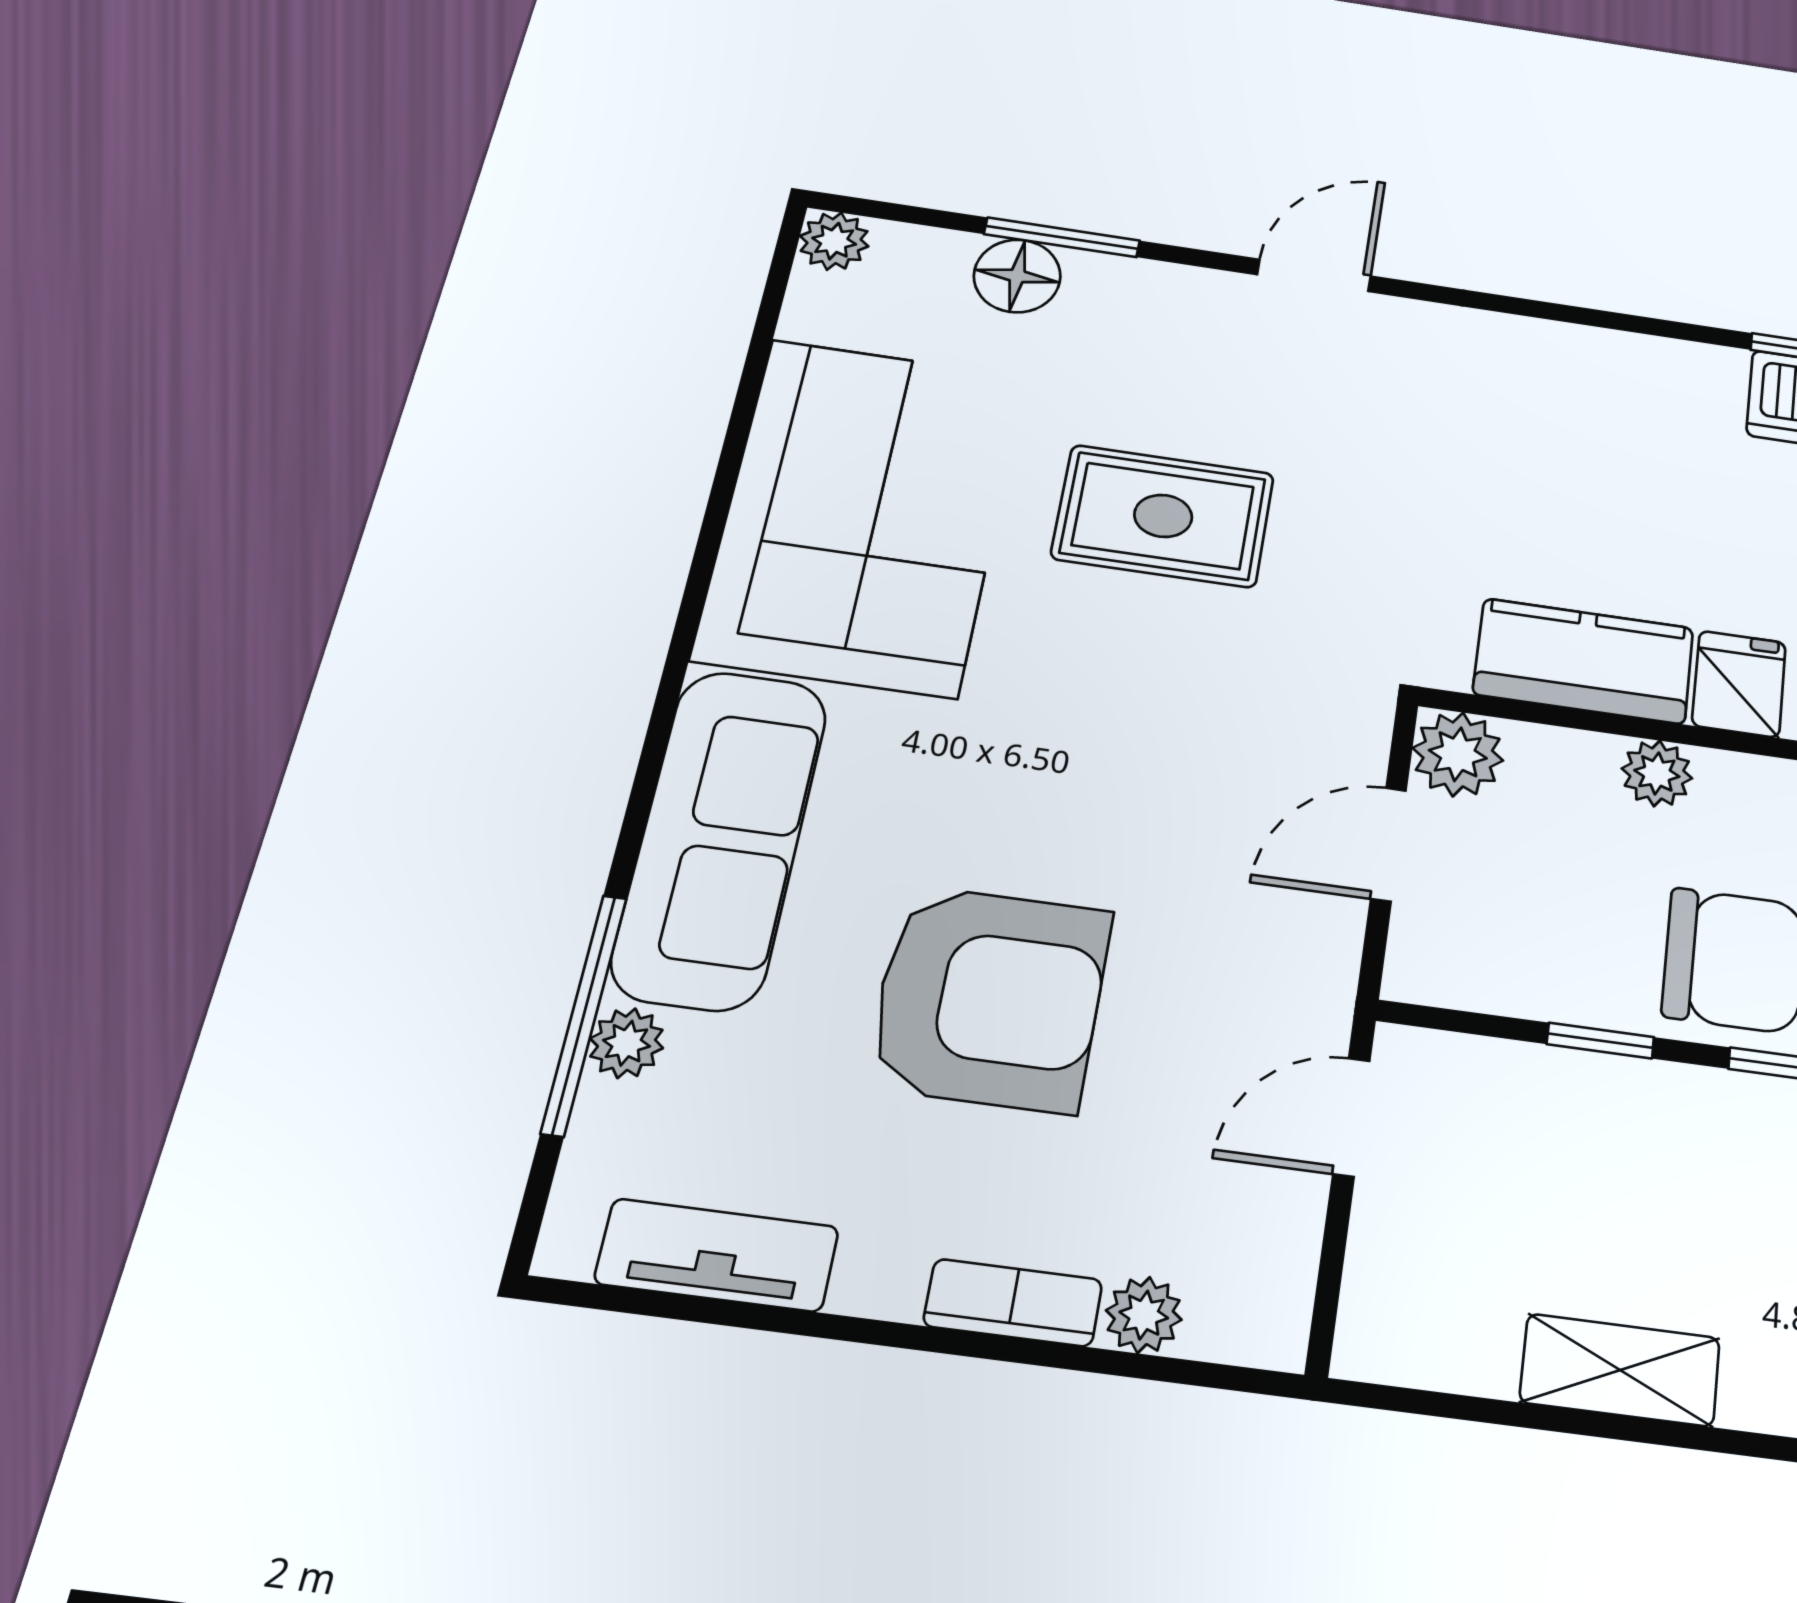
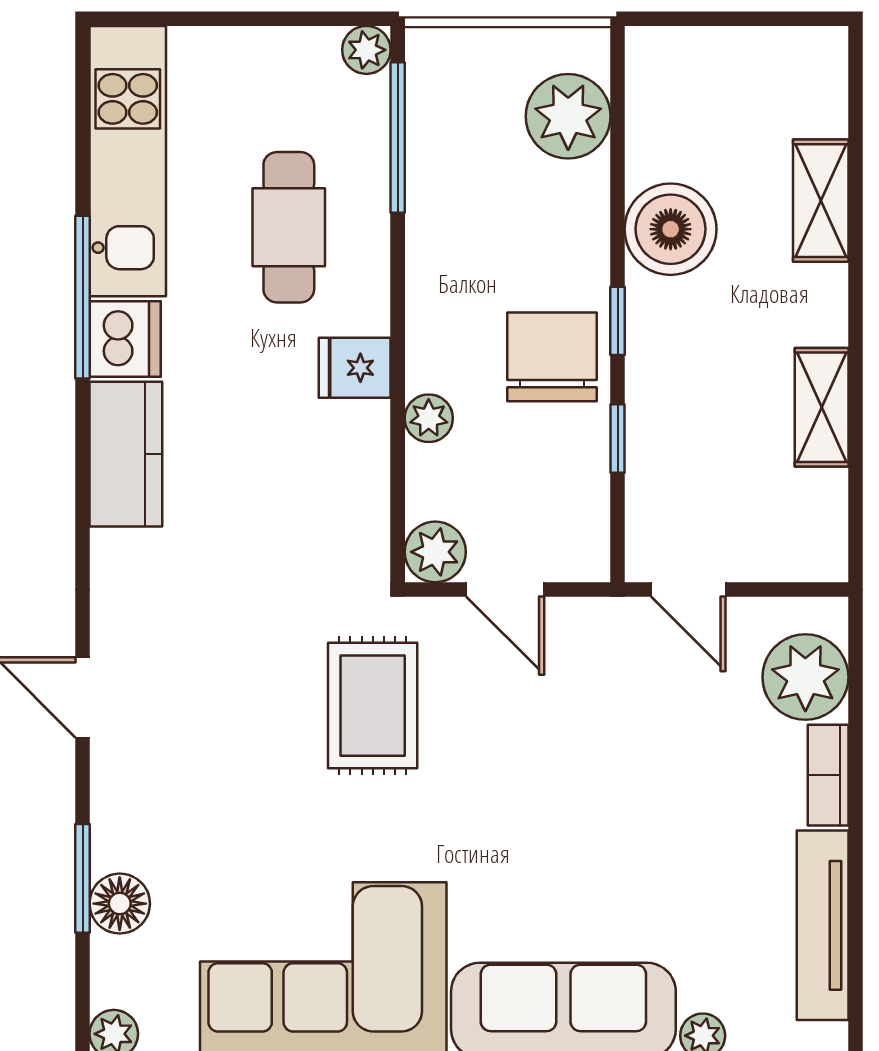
rug: (1163, 516) -> (373, 706), moved
kitchen counter: (1584, 661) -> (126, 454), moved, turned 180
armchair: (990, 998) -> (644, 824), removed
tv unit: (717, 1255) -> (823, 925), width x1.41
plant: (1144, 1315) -> (805, 677), width x1.88, depth x1.88

